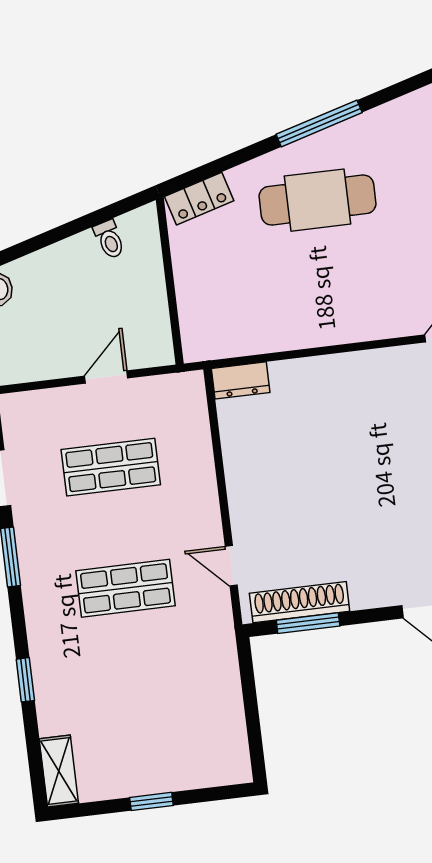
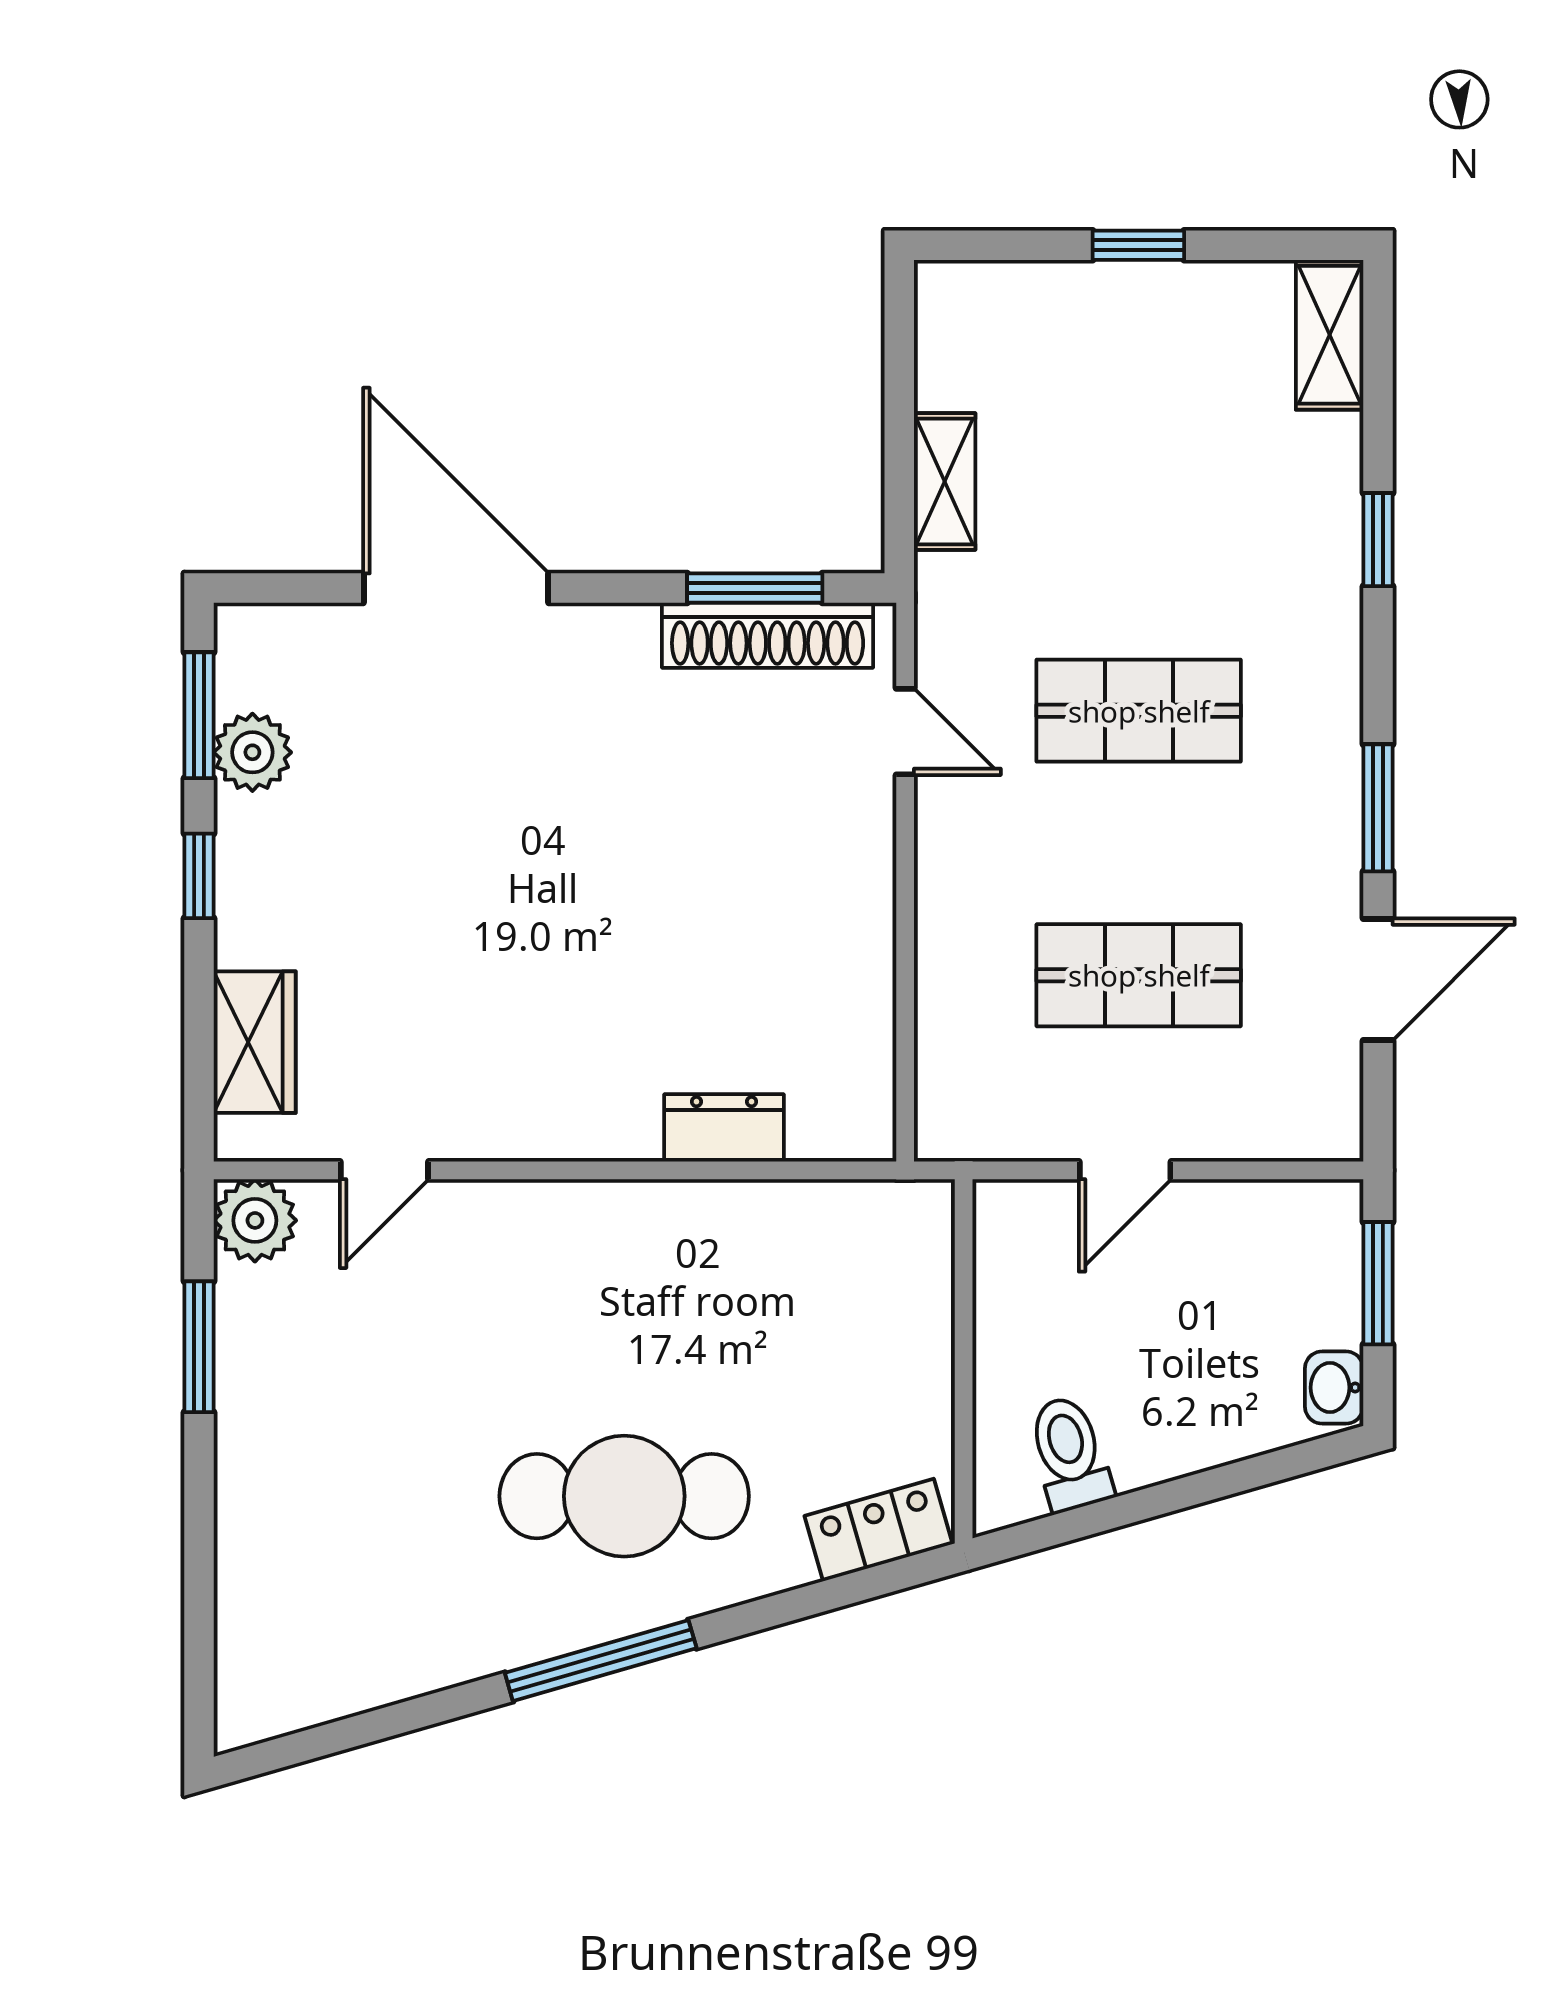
toilet: (109, 239) -> (1070, 1454), width x1.37, depth x1.39
dresser: (241, 380) -> (724, 1128), moved
shelving: (227, 682) -> (945, 481), added

